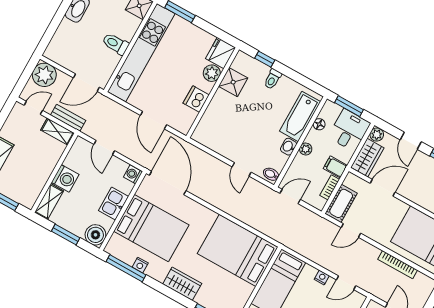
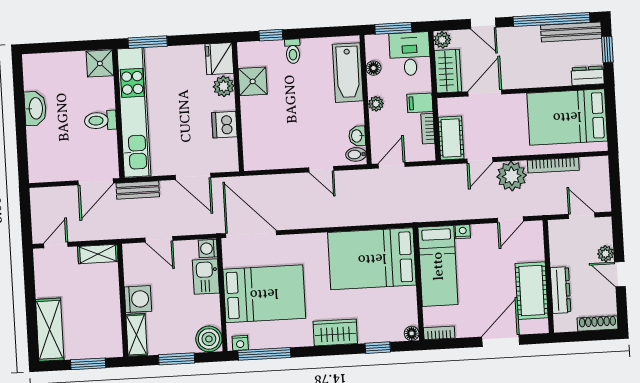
plant: (44, 75) -> (512, 176), moved
bench: (68, 118) -> (138, 190), moved
washbasin: (288, 147) -> (357, 136), moved
kitchen sink: (113, 203) -> (206, 277), moved
nightstand: (140, 265) -> (240, 343), moved
nightstand: (322, 278) -> (463, 232), moved

